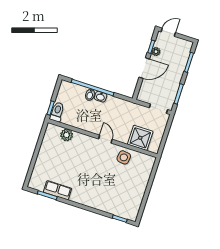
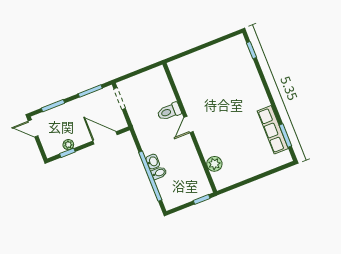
door: (168, 32) -> (33, 128), moved
door: (144, 68) -> (105, 138), moved
toilet: (57, 112) -> (169, 112), moved
shower: (140, 138) -> (161, 93), removed
side table: (124, 157) -> (191, 93), removed
row of seats: (58, 190) -> (273, 130), width x1.48

